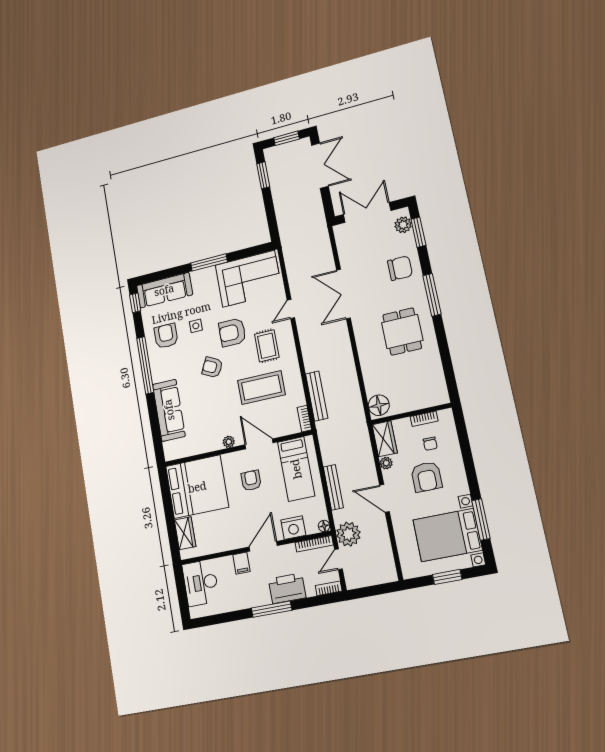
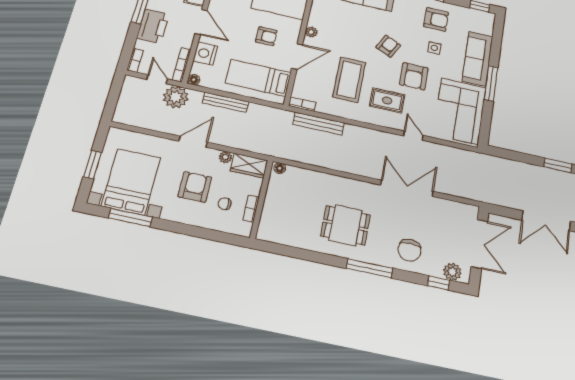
window: (418, 232) -> (439, 283), width x0.67
sofa: (164, 290) -> (478, 59), moved
armchair: (232, 332) -> (414, 76), turned 180
floor lamp: (379, 405) -> (280, 168), width x0.53, depth x0.53
armchair: (426, 477) -> (195, 187), turned 90

